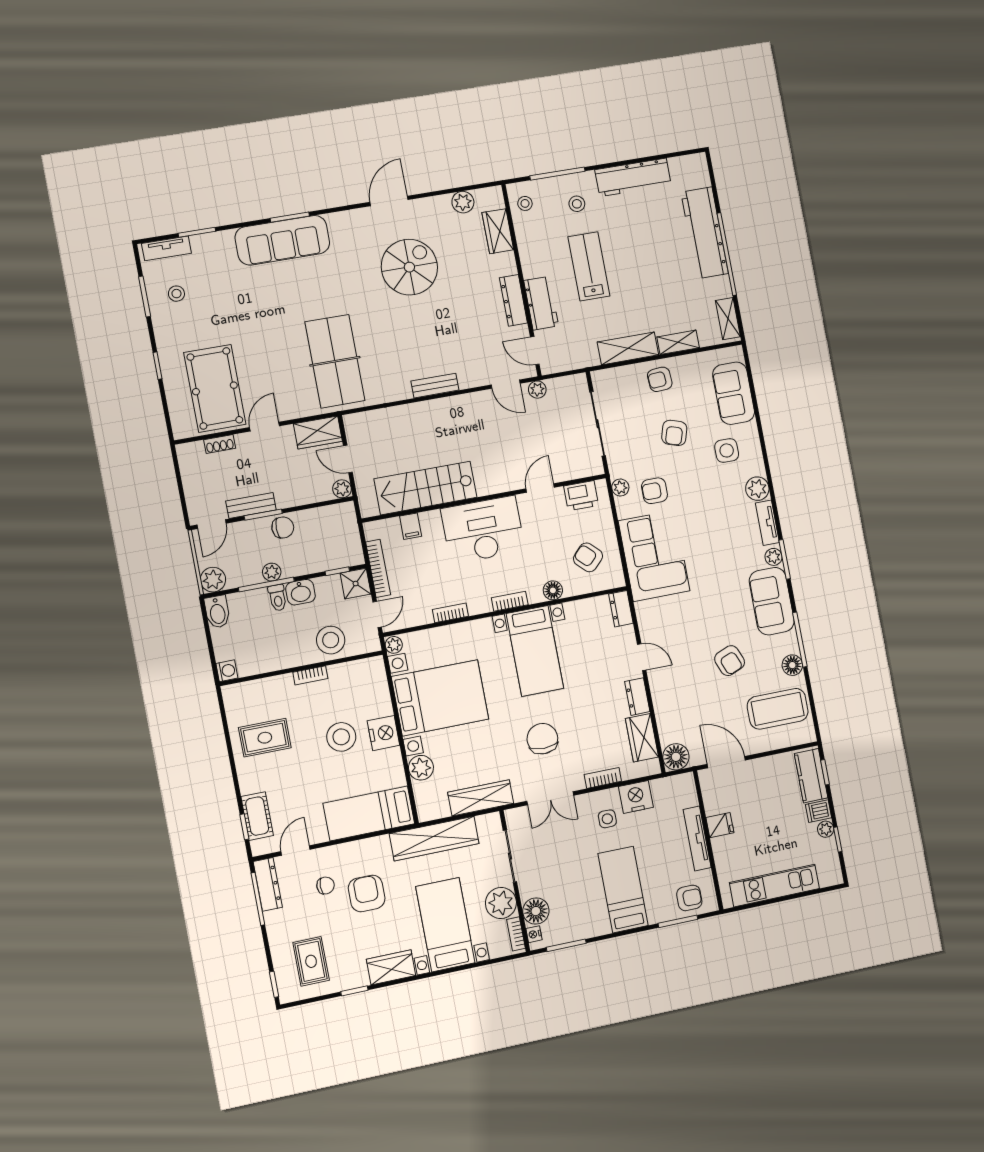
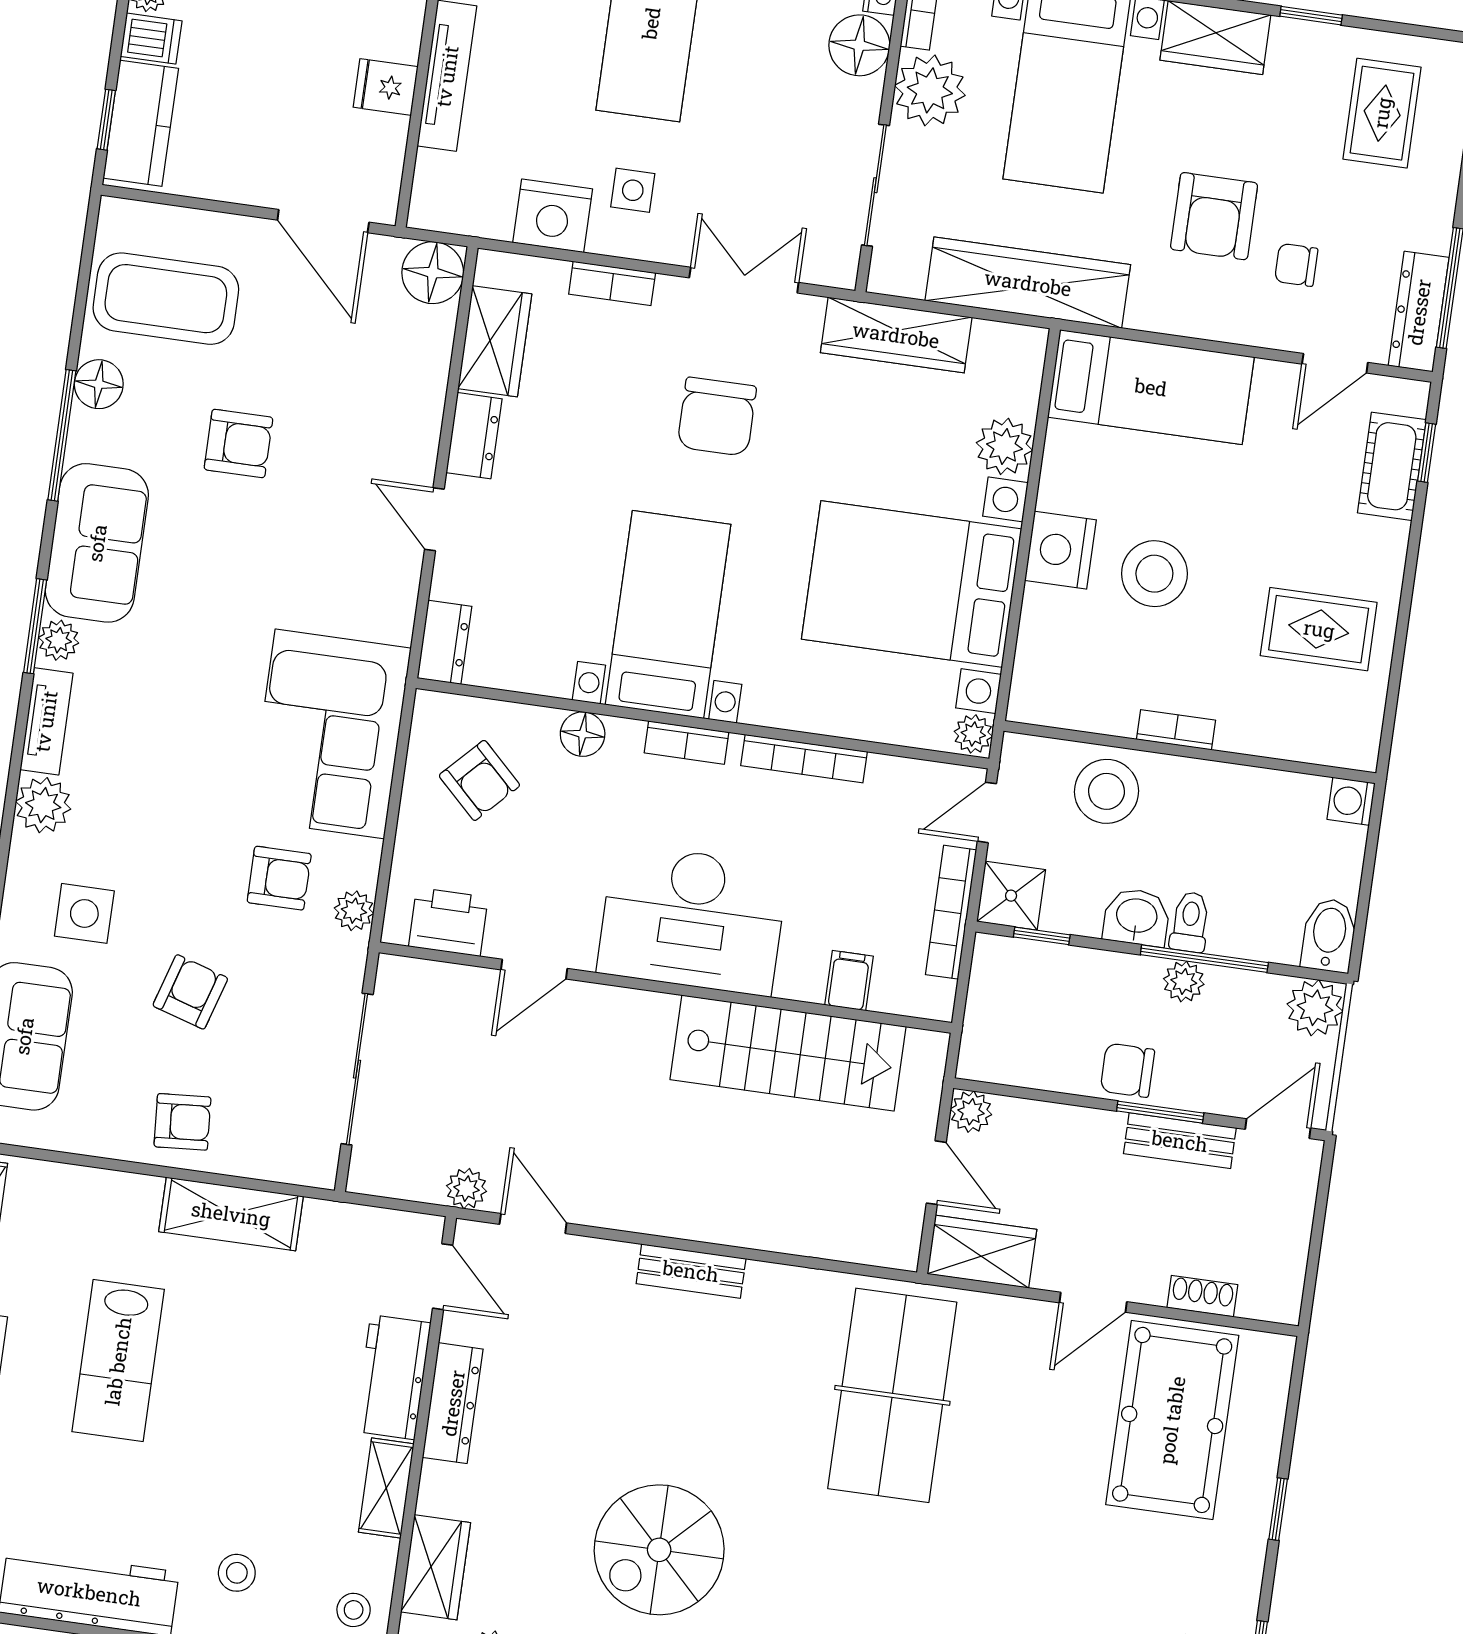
lab bench: (589, 266) -> (118, 1361), moved
shelving: (678, 342) -> (386, 1488), moved, turned 90
bookcase: (450, 613) -> (804, 759), width x1.56
armchair: (730, 661) -> (238, 443), turned 112

